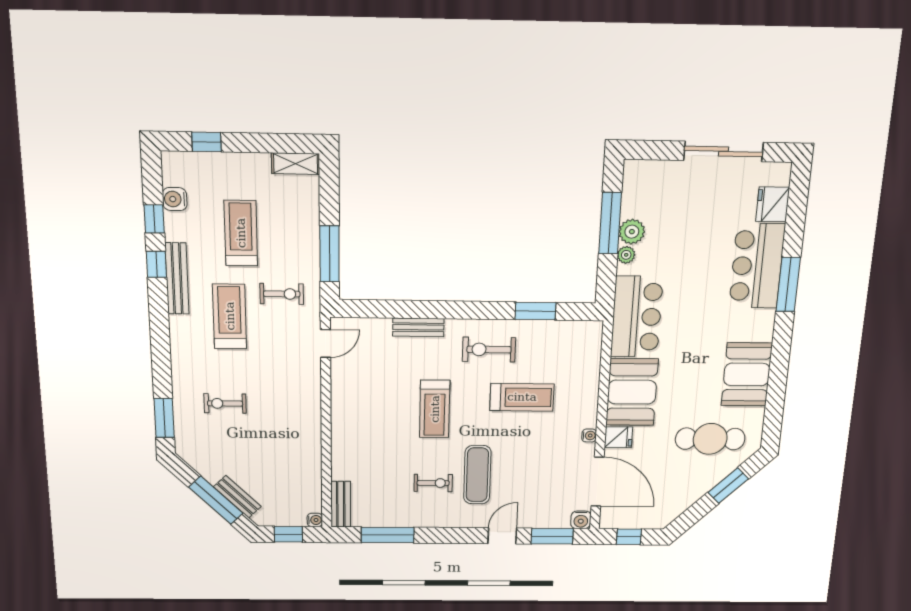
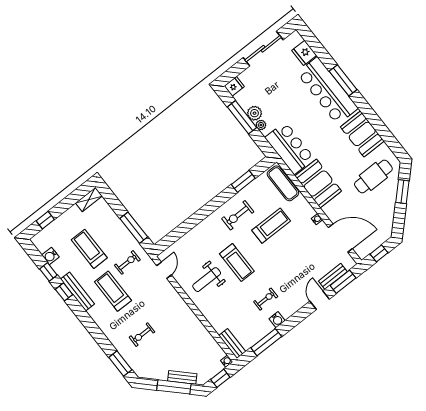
bar counter: (757, 266) -> (327, 91), width x1.36
bench: (418, 327) -> (333, 276), moved
weight bench: (375, 400) -> (207, 280), added
fridge: (618, 437) -> (234, 86), moved
exercise mat: (477, 475) -> (283, 183), moved
water cooler: (581, 520) -> (277, 320), moved

